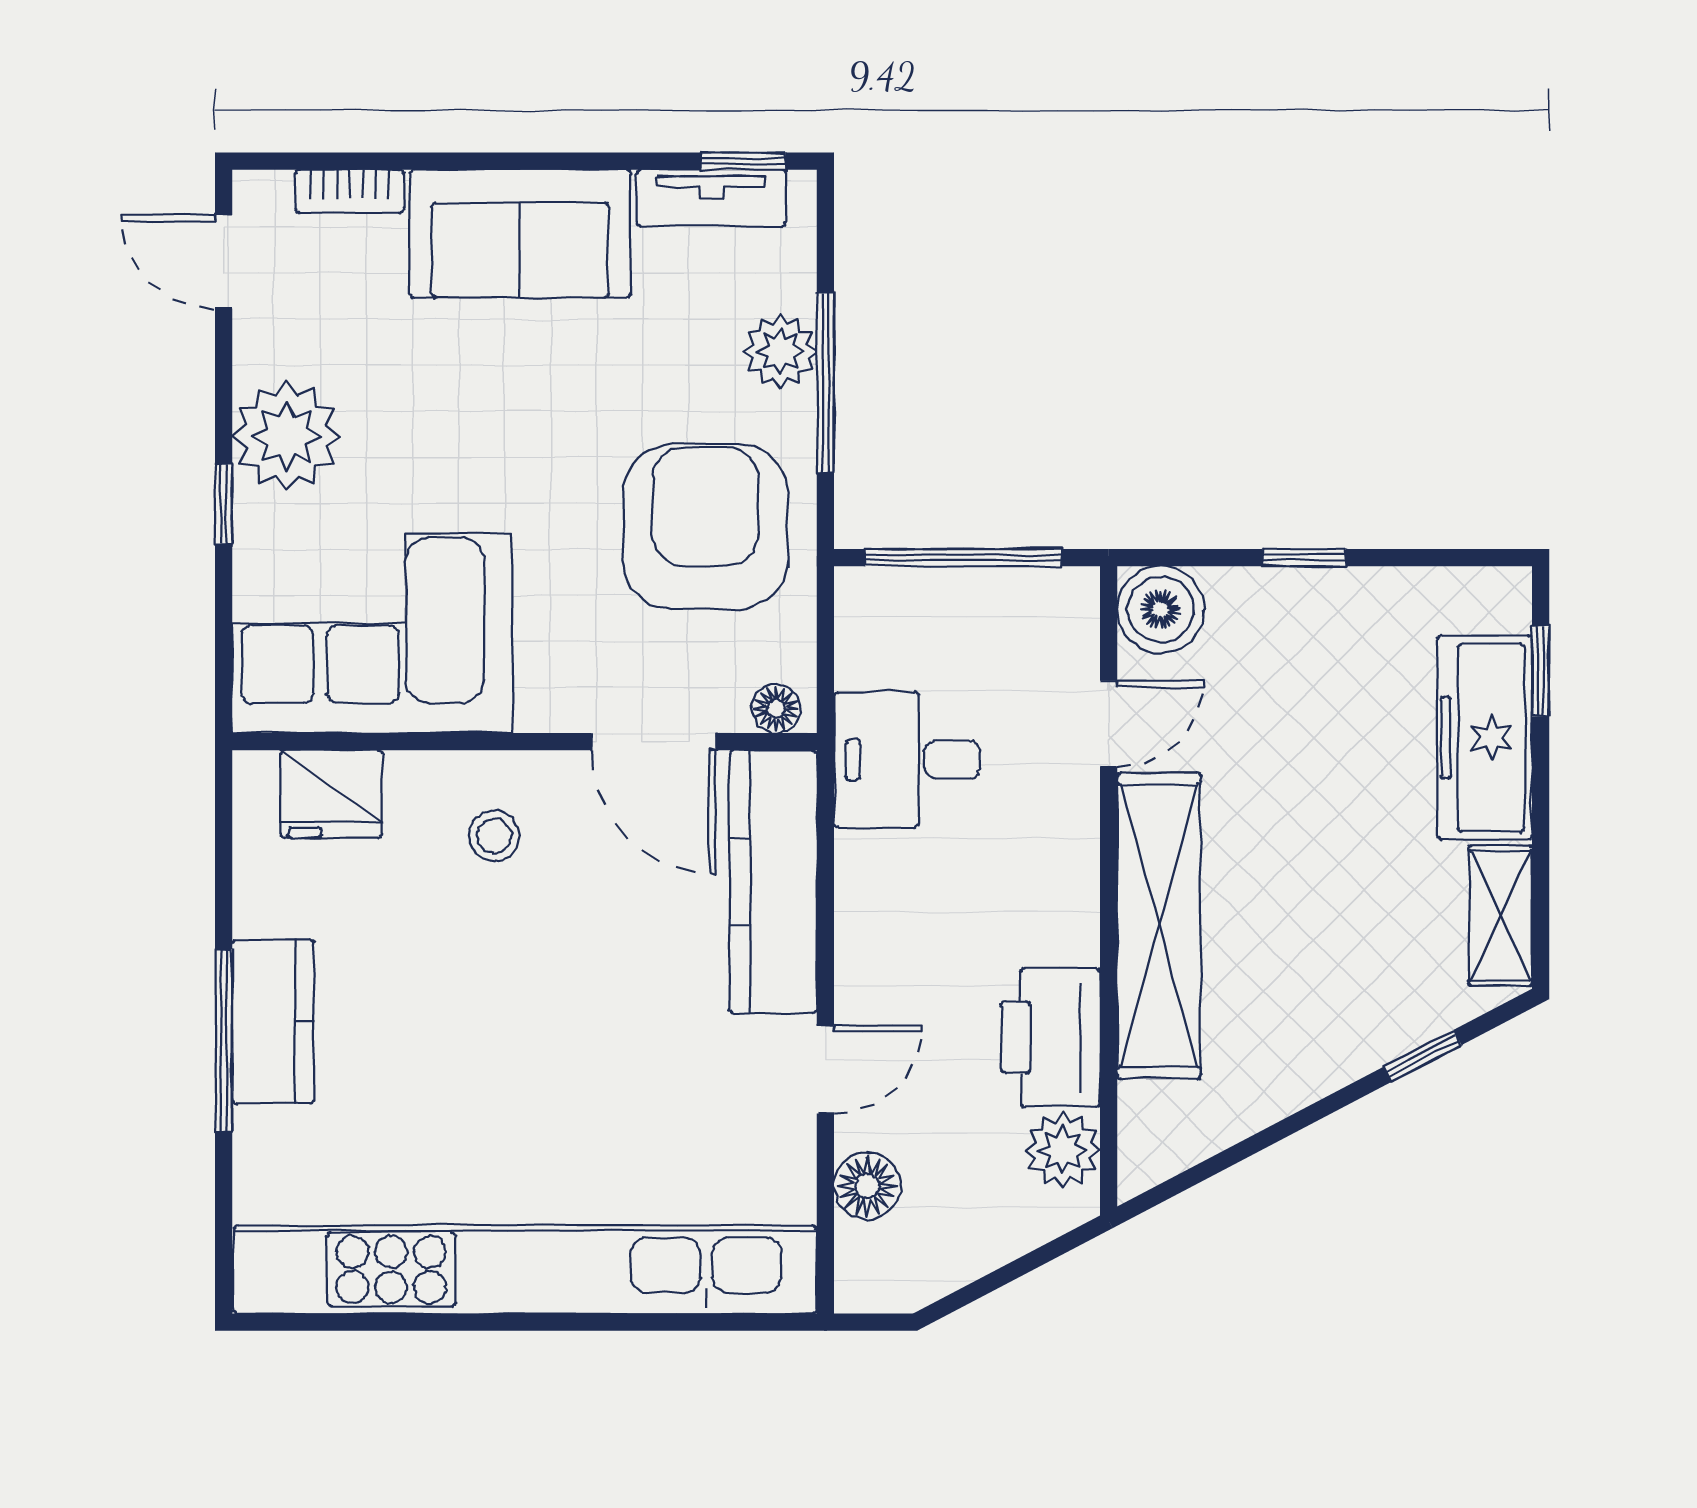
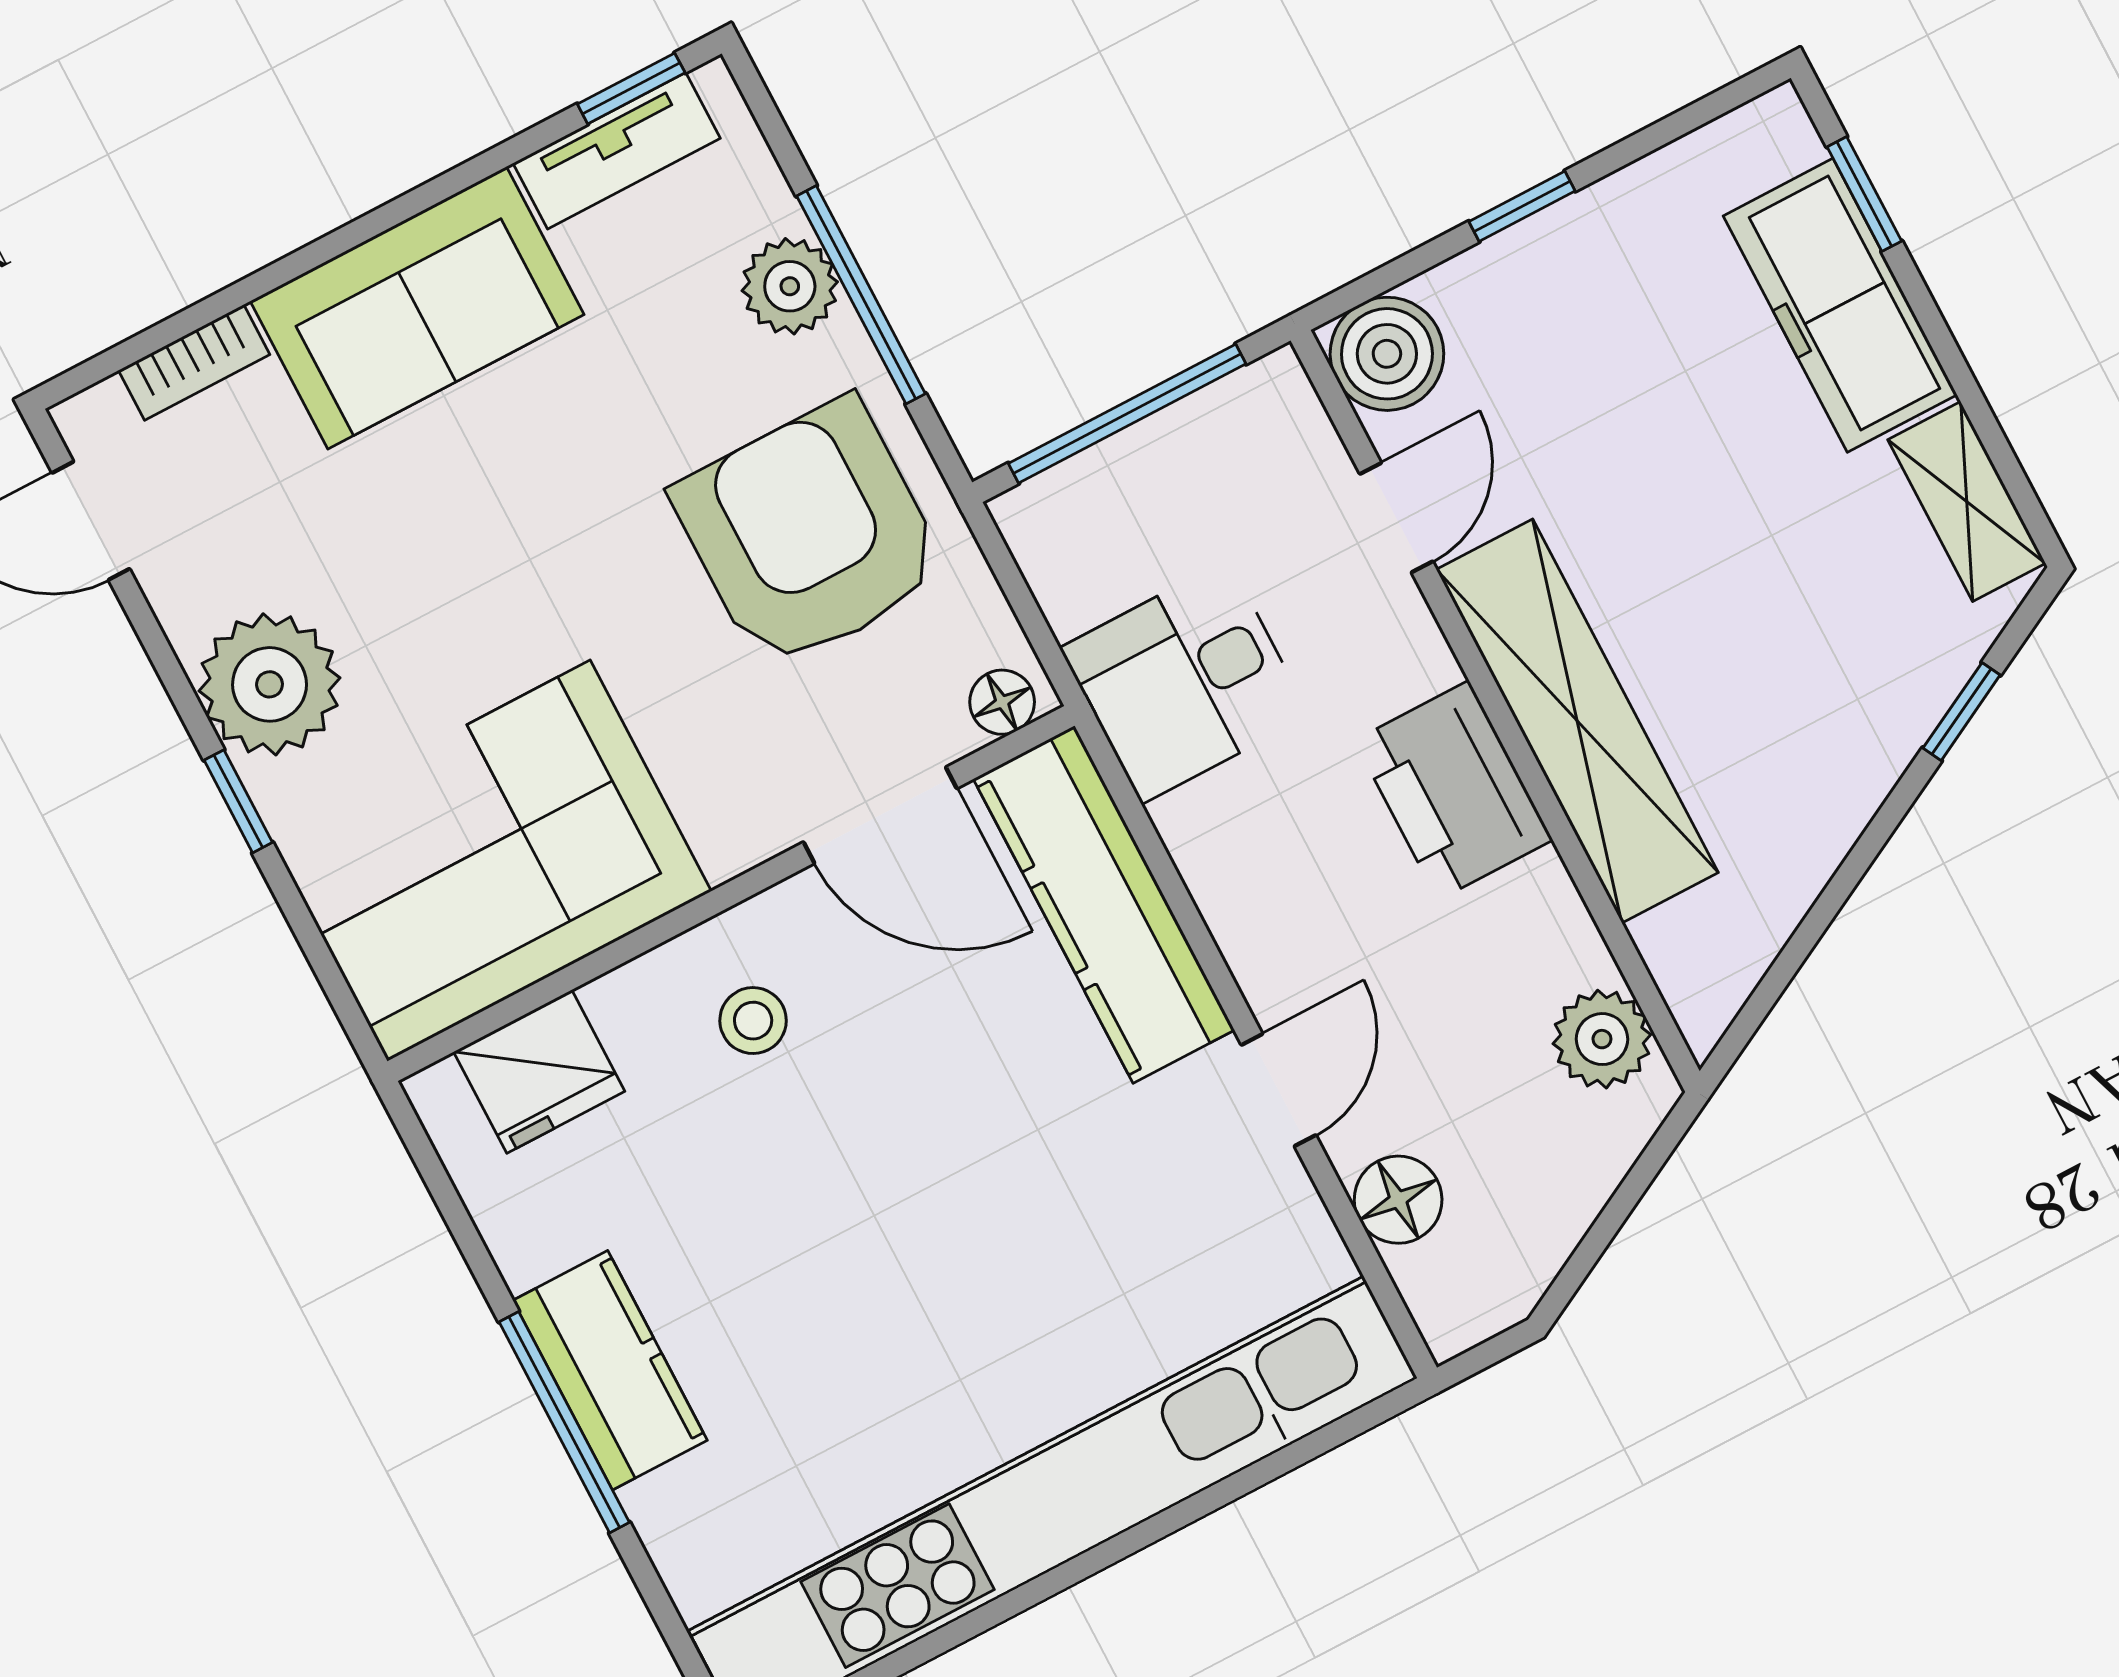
printer: (1050, 1037) -> (1454, 790), moved

